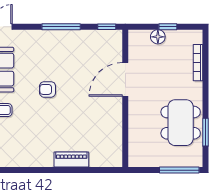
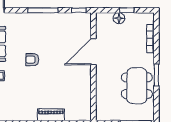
window: (206, 132) -> (156, 75), moved

